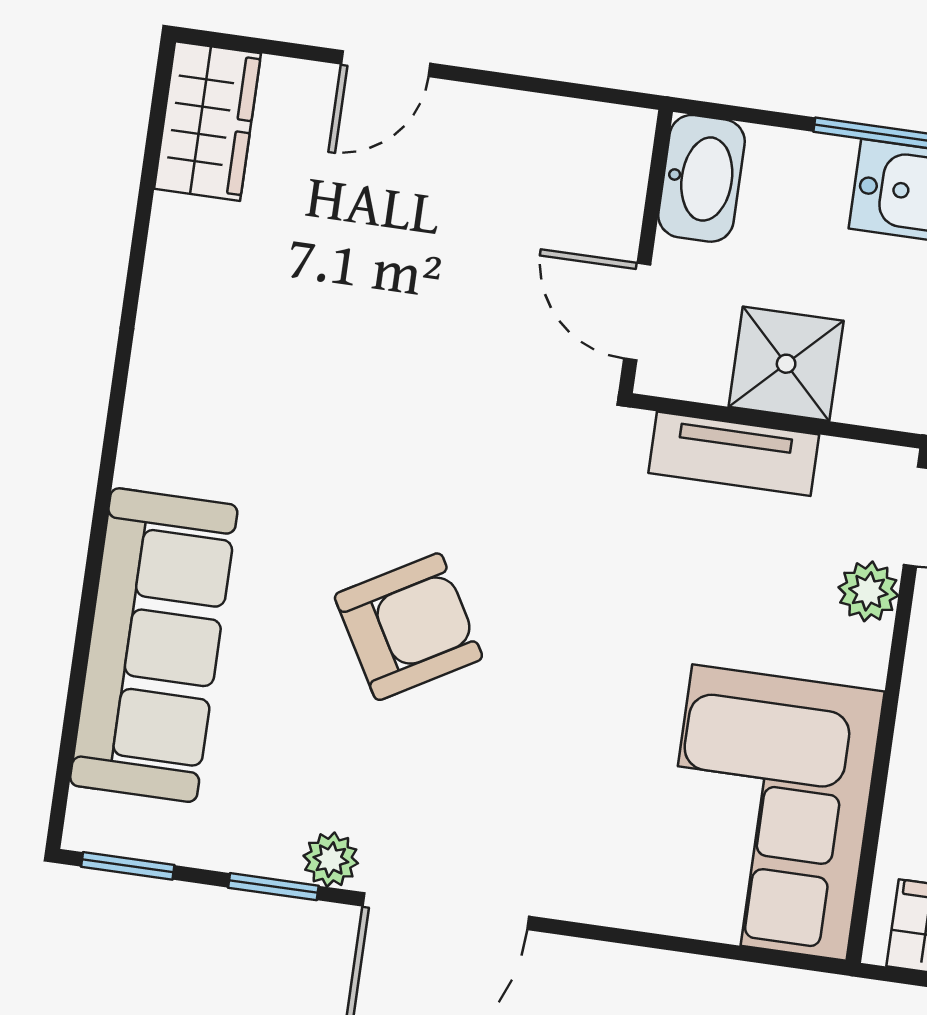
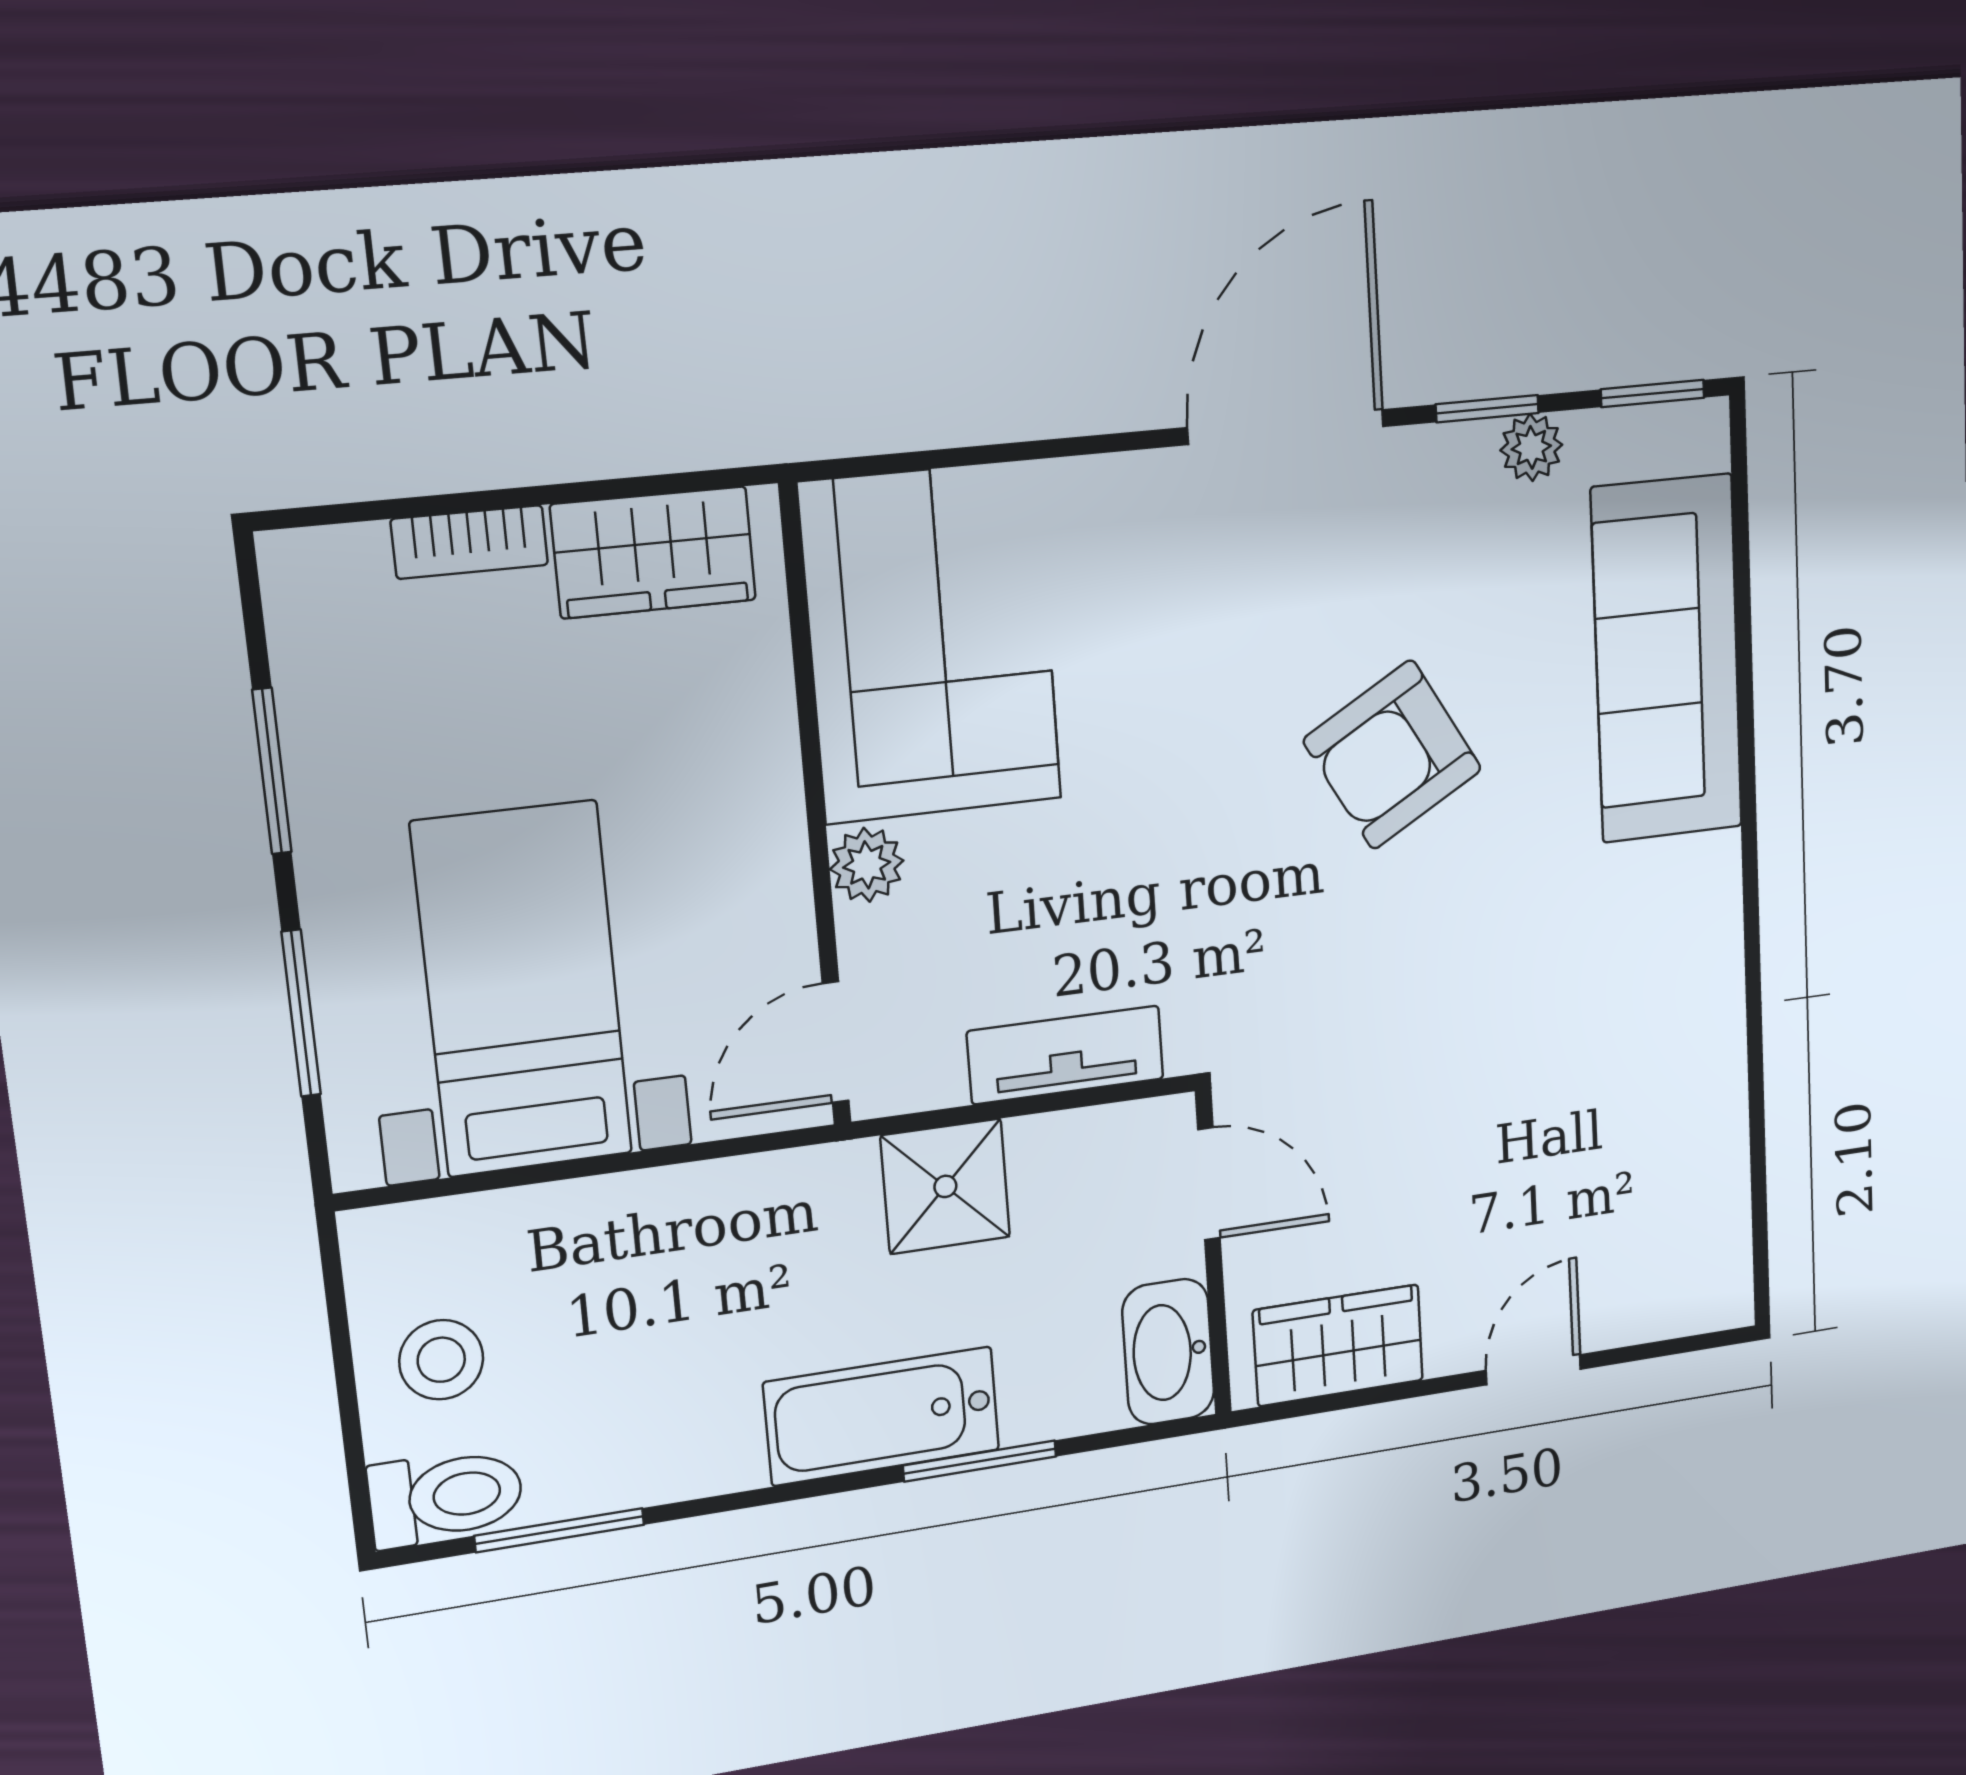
wardrobe: (207, 121) -> (1338, 1345), moved, turned 90
shower: (786, 364) -> (945, 1186), moved
plant: (868, 591) -> (867, 865), moved
plant: (331, 860) -> (1531, 447), moved

